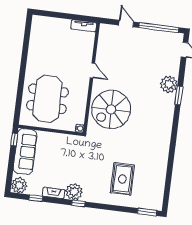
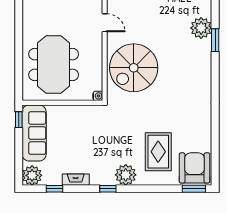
plant: (74, 192) -> (126, 175), moved
armchair: (150, 195) -> (195, 168), added

